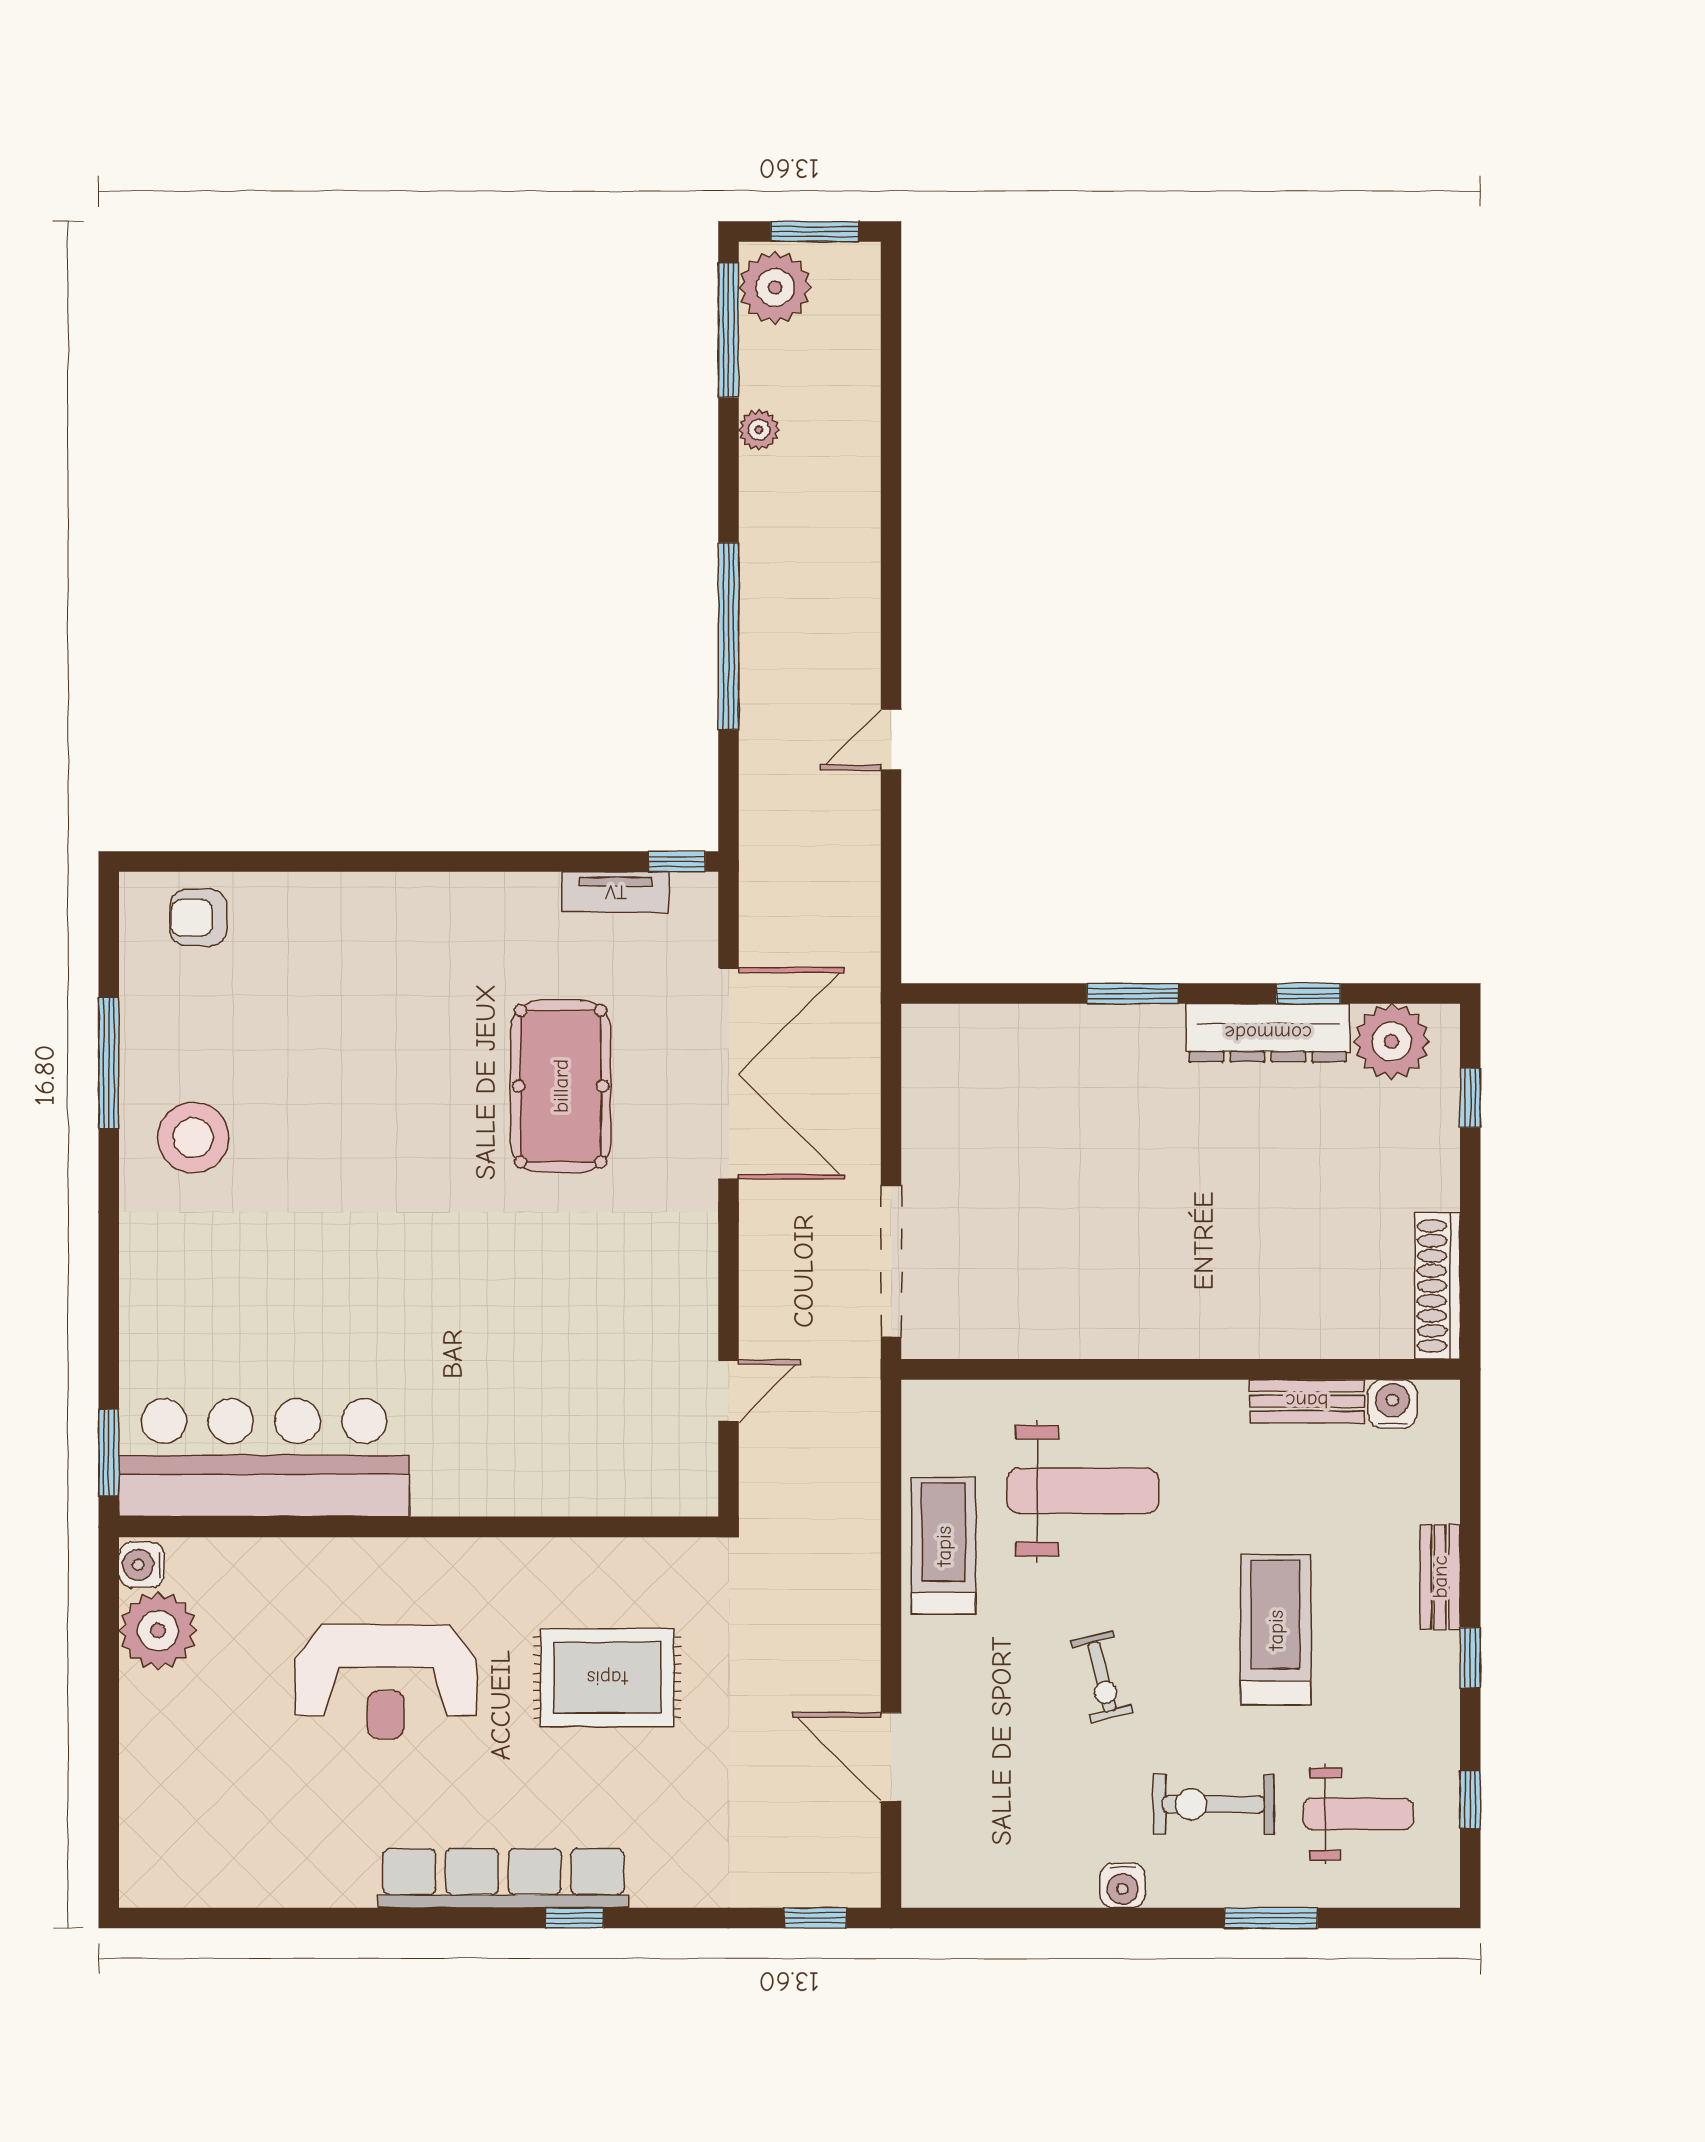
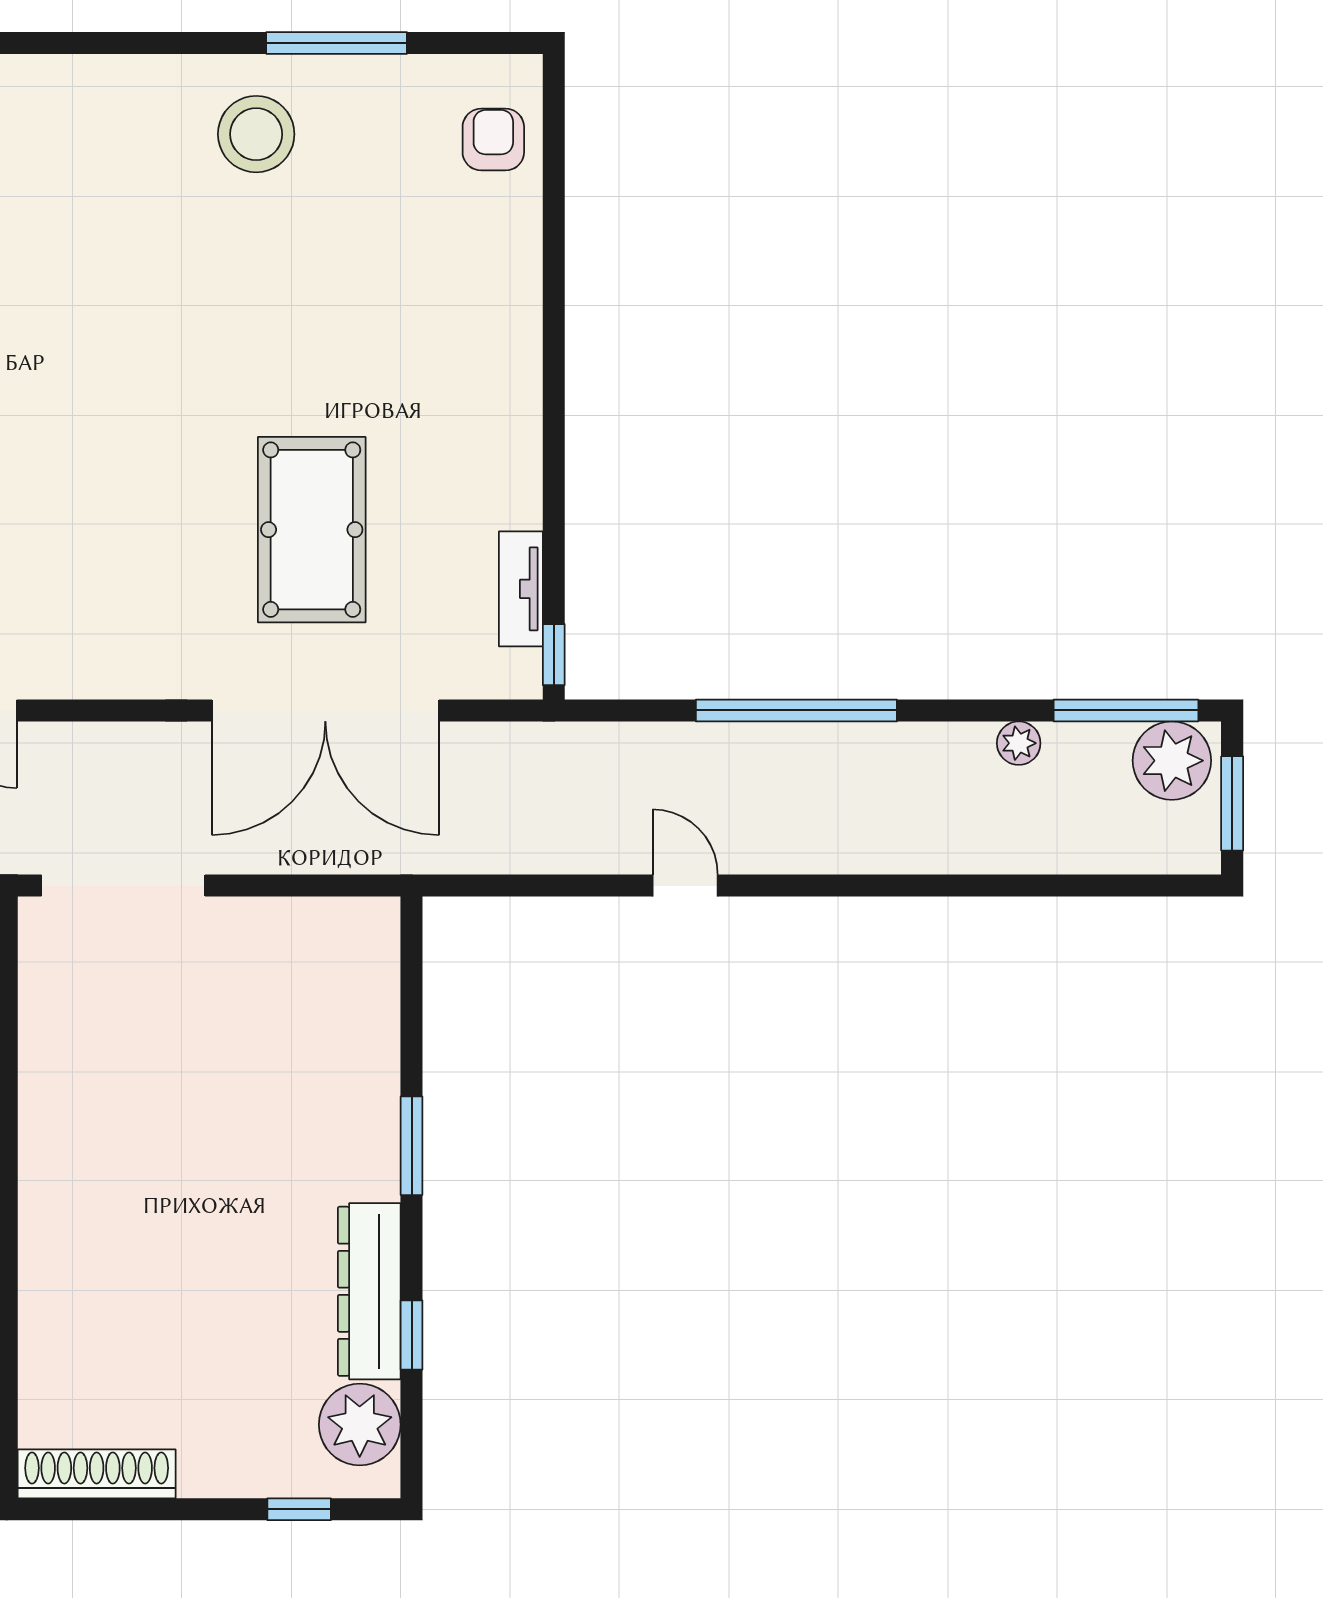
pool table: (561, 1086) -> (312, 530), turned 90

